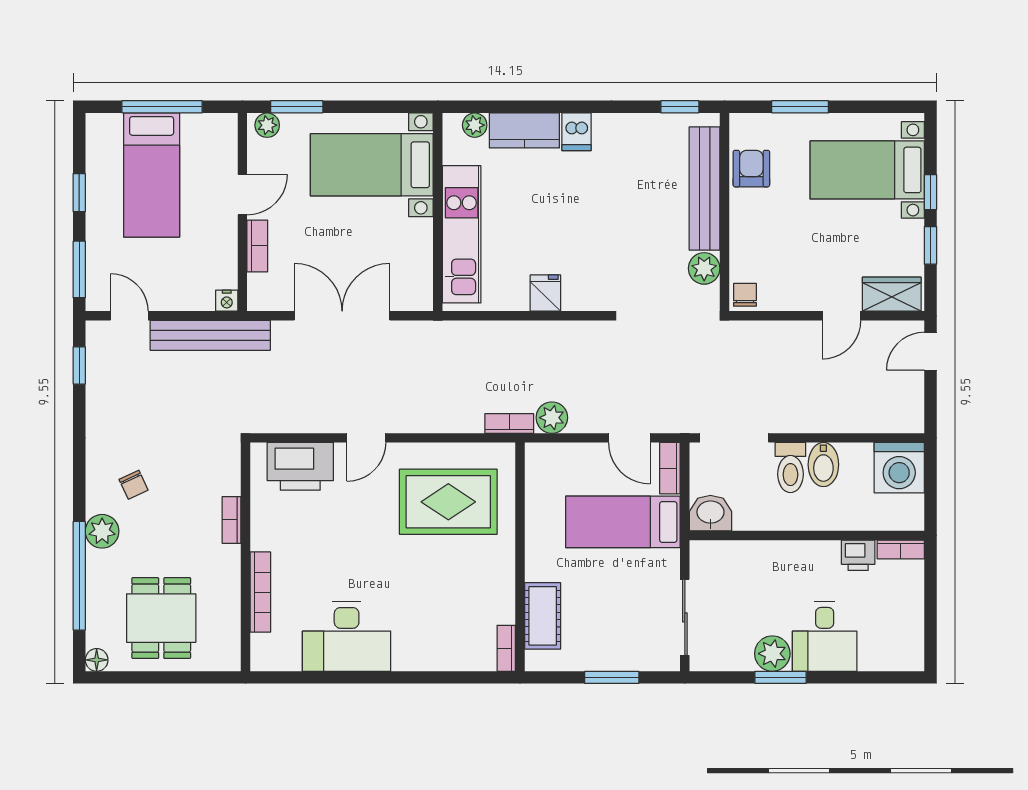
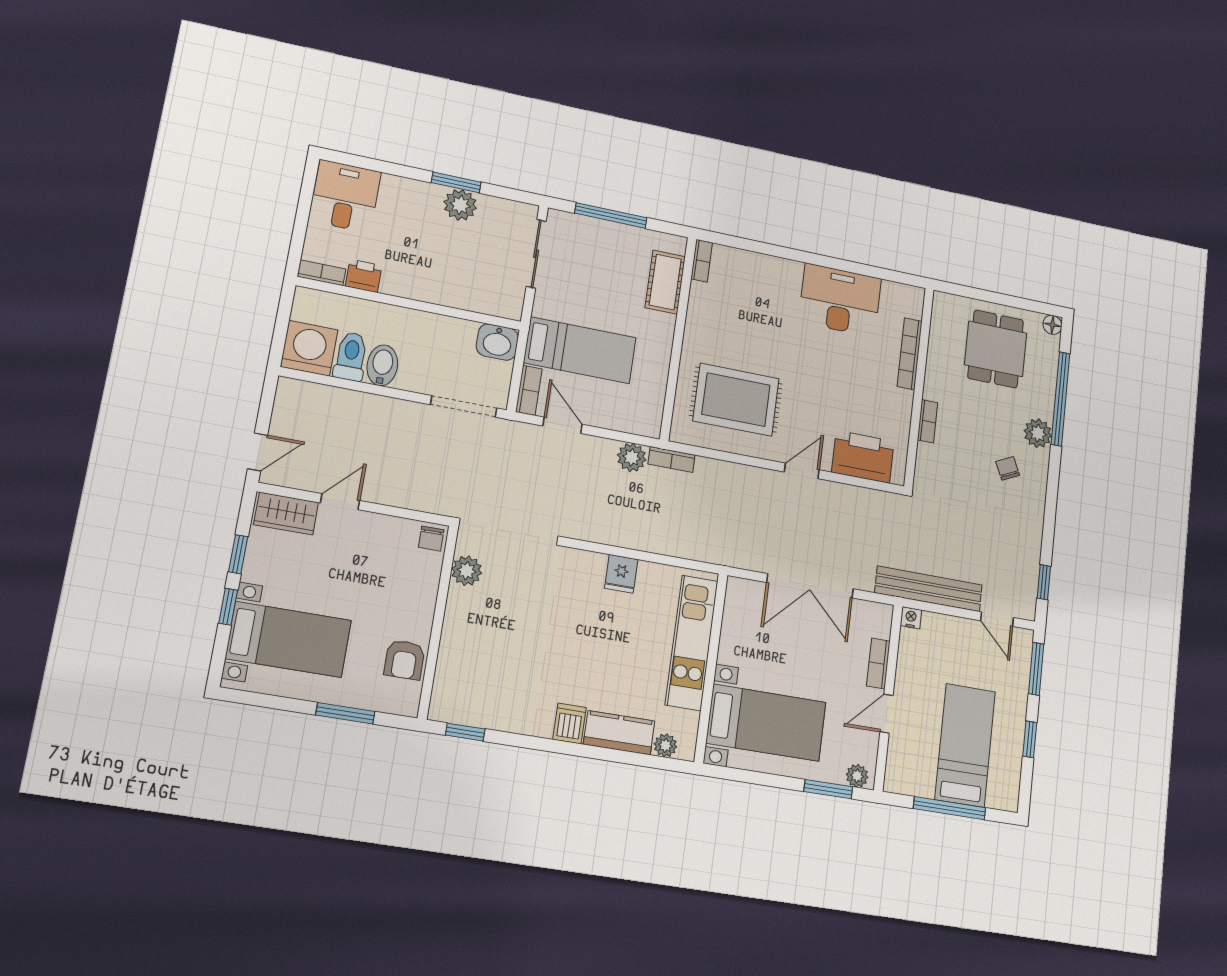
bench: (705, 189) -> (454, 648), removed
toilet: (790, 468) -> (351, 356), moved
desk: (825, 637) -> (345, 196), moved
window: (612, 677) -> (611, 215), width x1.44

